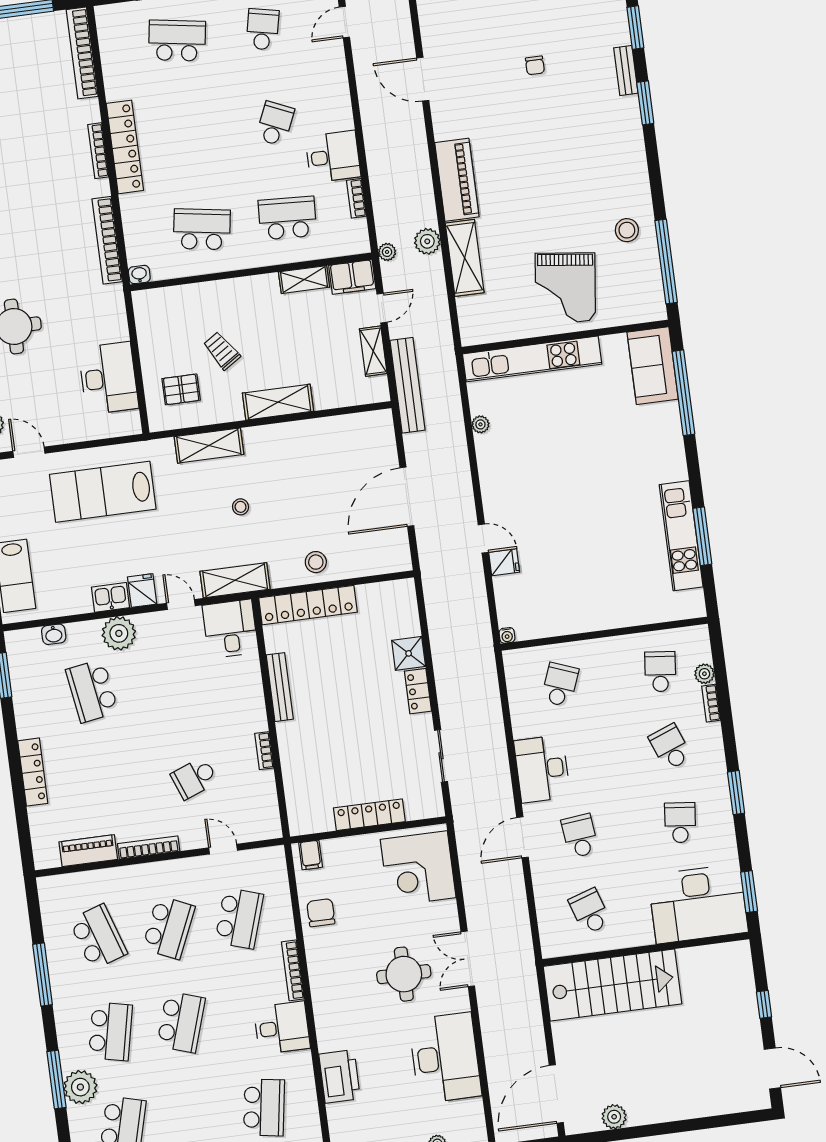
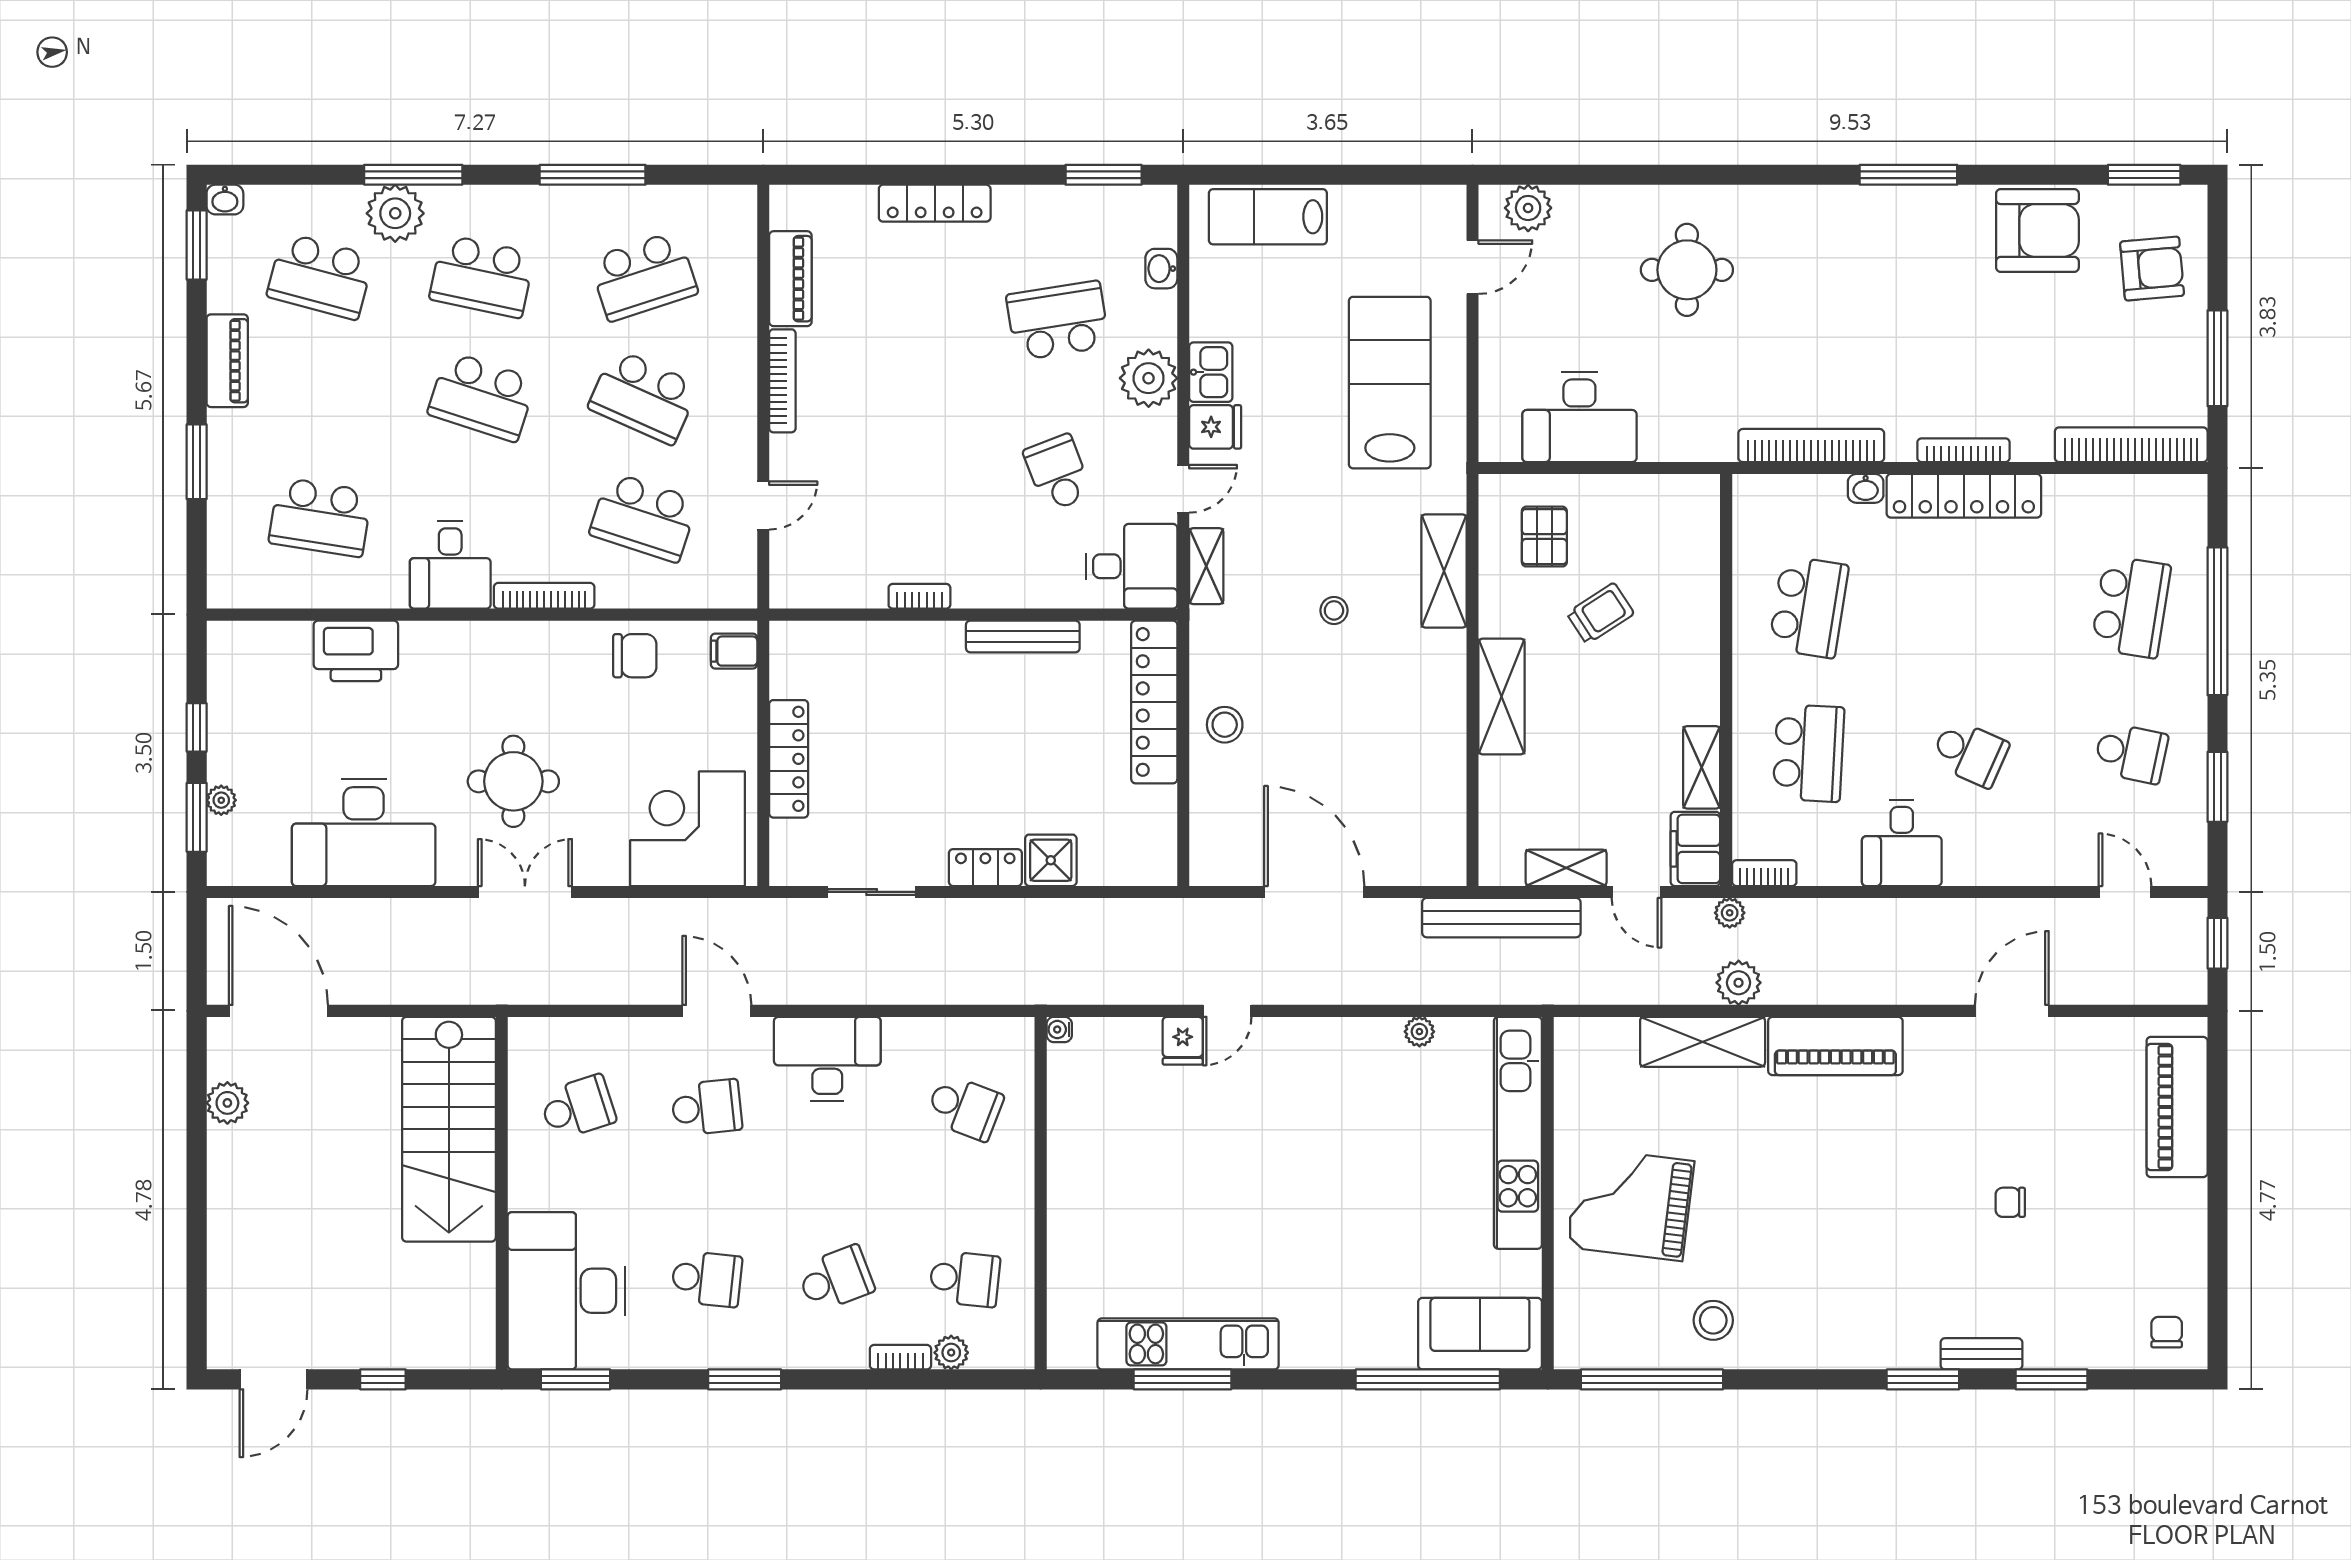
bookcase: (356, 198) -> (1764, 873), moved
washbasin: (139, 275) -> (1866, 488), moved, turned 90
shelving: (235, 580) -> (1206, 566), width x0.67, depth x0.75
school desk: (194, 778) -> (1058, 473), moved

